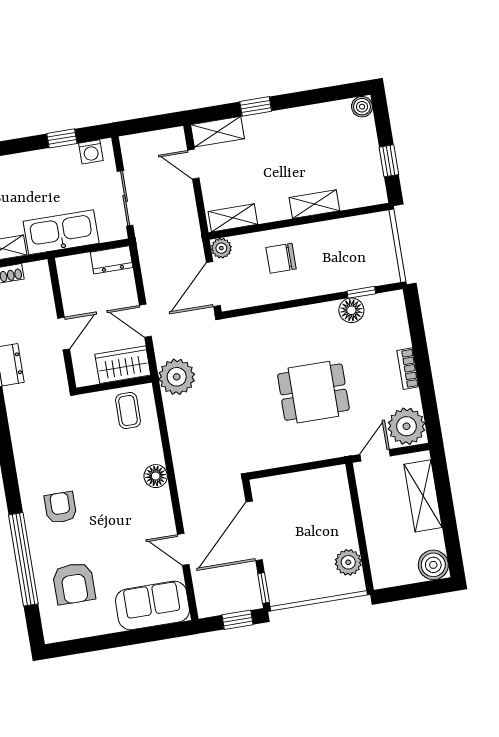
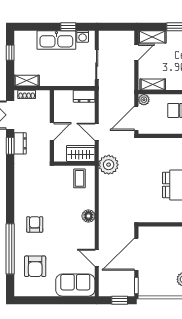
door: (193, 164) -> (136, 52), swing flipped
kitchen sink: (61, 232) -> (56, 40), moved, turned 180

